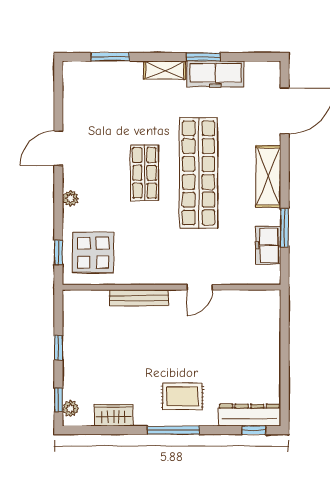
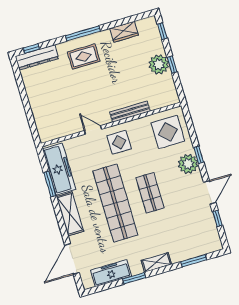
freezer: (215, 74) -> (111, 273), moved
window: (58, 107) -> (217, 218), added
plant: (70, 198) -> (188, 164), width x1.87, depth x1.87
freezer: (268, 245) -> (59, 169), width x1.91, depth x1.26
window: (58, 252) -> (199, 155), moved
display table: (167, 258) -> (119, 142), added
door: (200, 287) -> (93, 130), hinge flipped
plant: (70, 409) -> (159, 64), moved, width x1.88, depth x1.88

